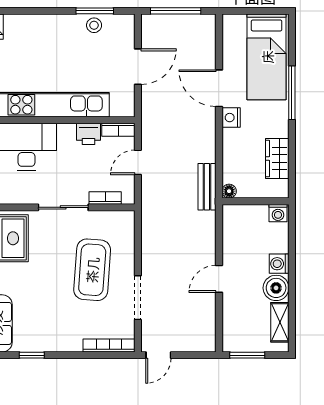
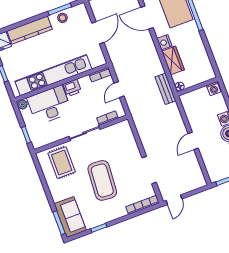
kitchen counter: (39, 25) -> (30, 30), added
door: (219, 88) -> (147, 17), moved
printer: (88, 134) -> (72, 88), moved
wardrobe: (277, 159) -> (173, 60), moved, turned 180
coffee table: (92, 270) -> (102, 180), moved

